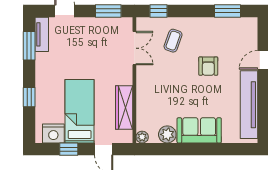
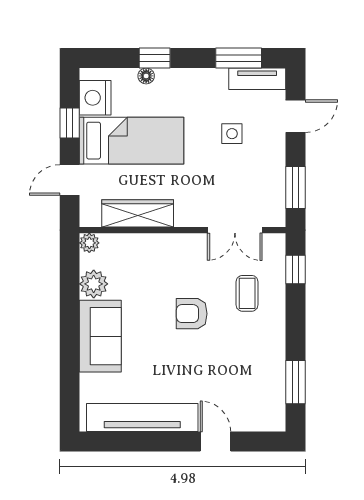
coffee table: (173, 41) -> (247, 293), turned 70
side table: (75, 50) -> (232, 134), added
armchair: (208, 66) -> (192, 314), moved
floor lamp: (40, 102) -> (146, 76), added

